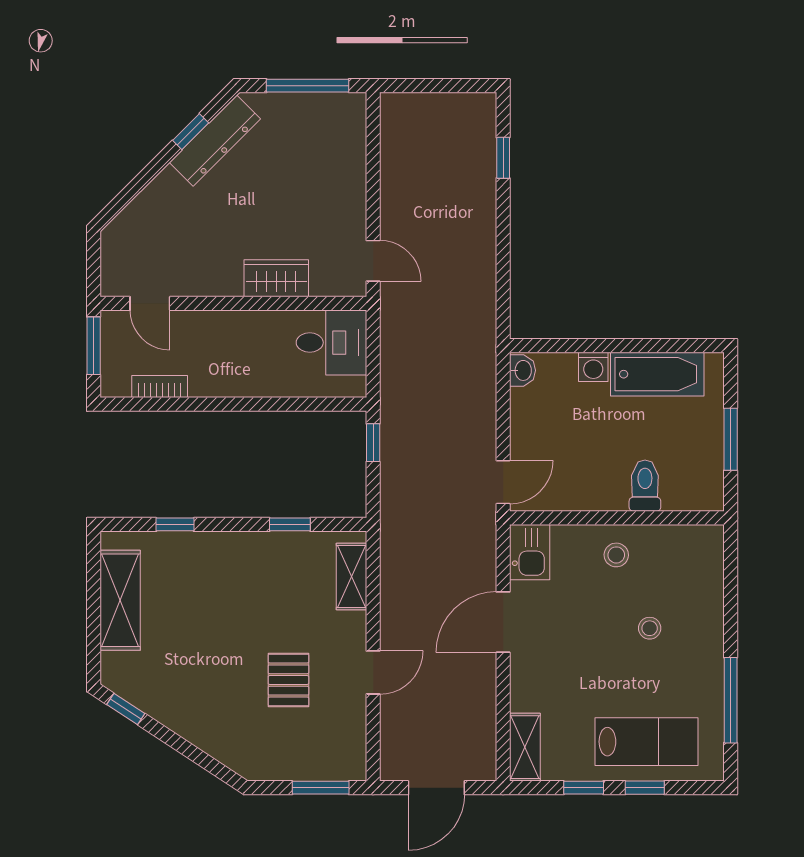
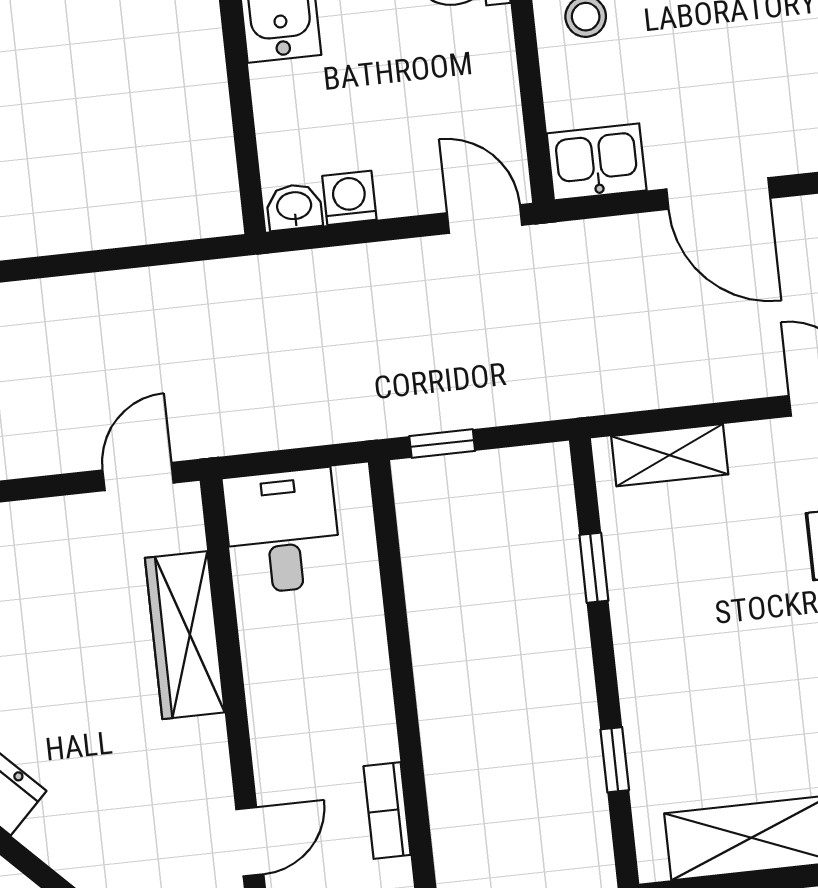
wardrobe: (276, 278) -> (185, 635), width x1.50
washing machine: (593, 367) -> (349, 198), moved, turned -90

